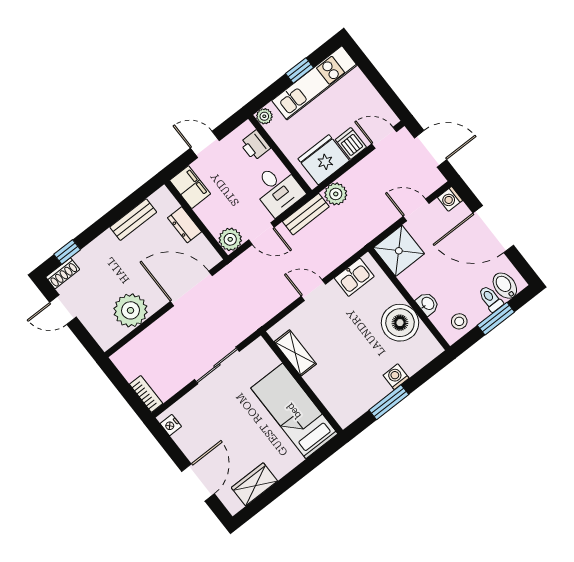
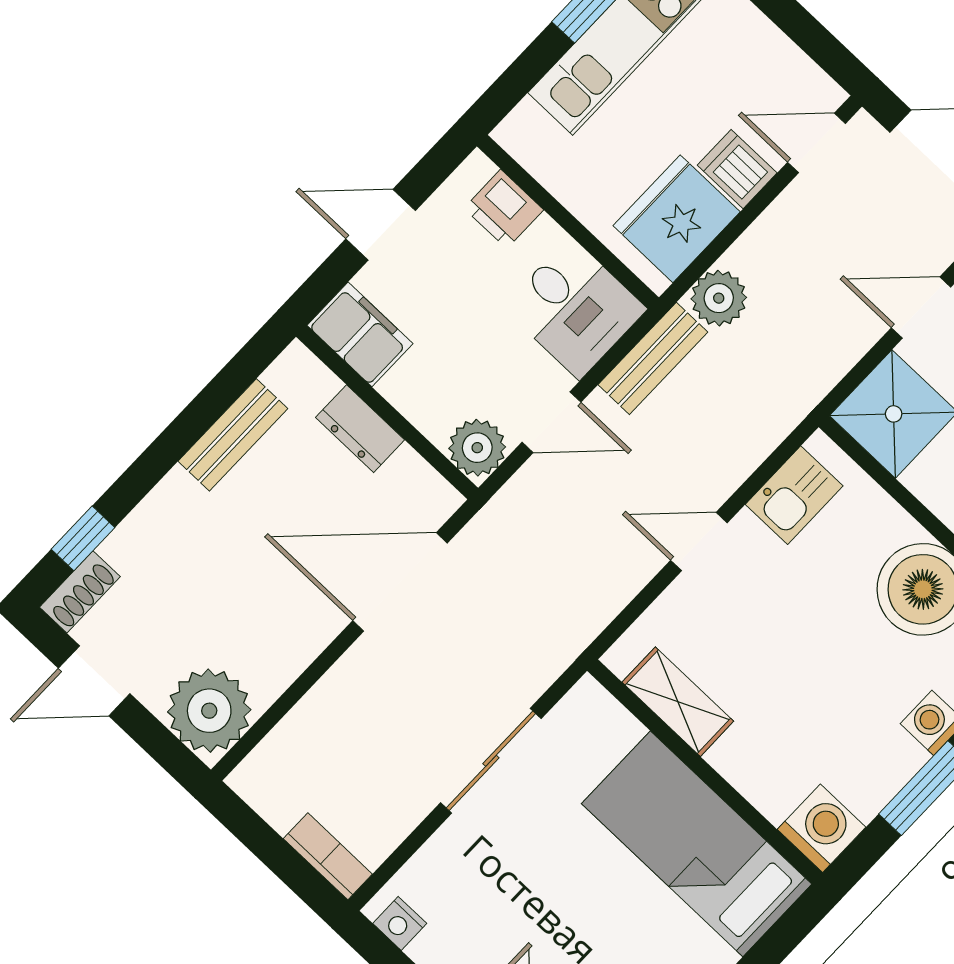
plant: (264, 116) -> (516, 134), removed
plant: (131, 310) -> (209, 711), moved
washing machine: (345, 412) -> (822, 828), added

